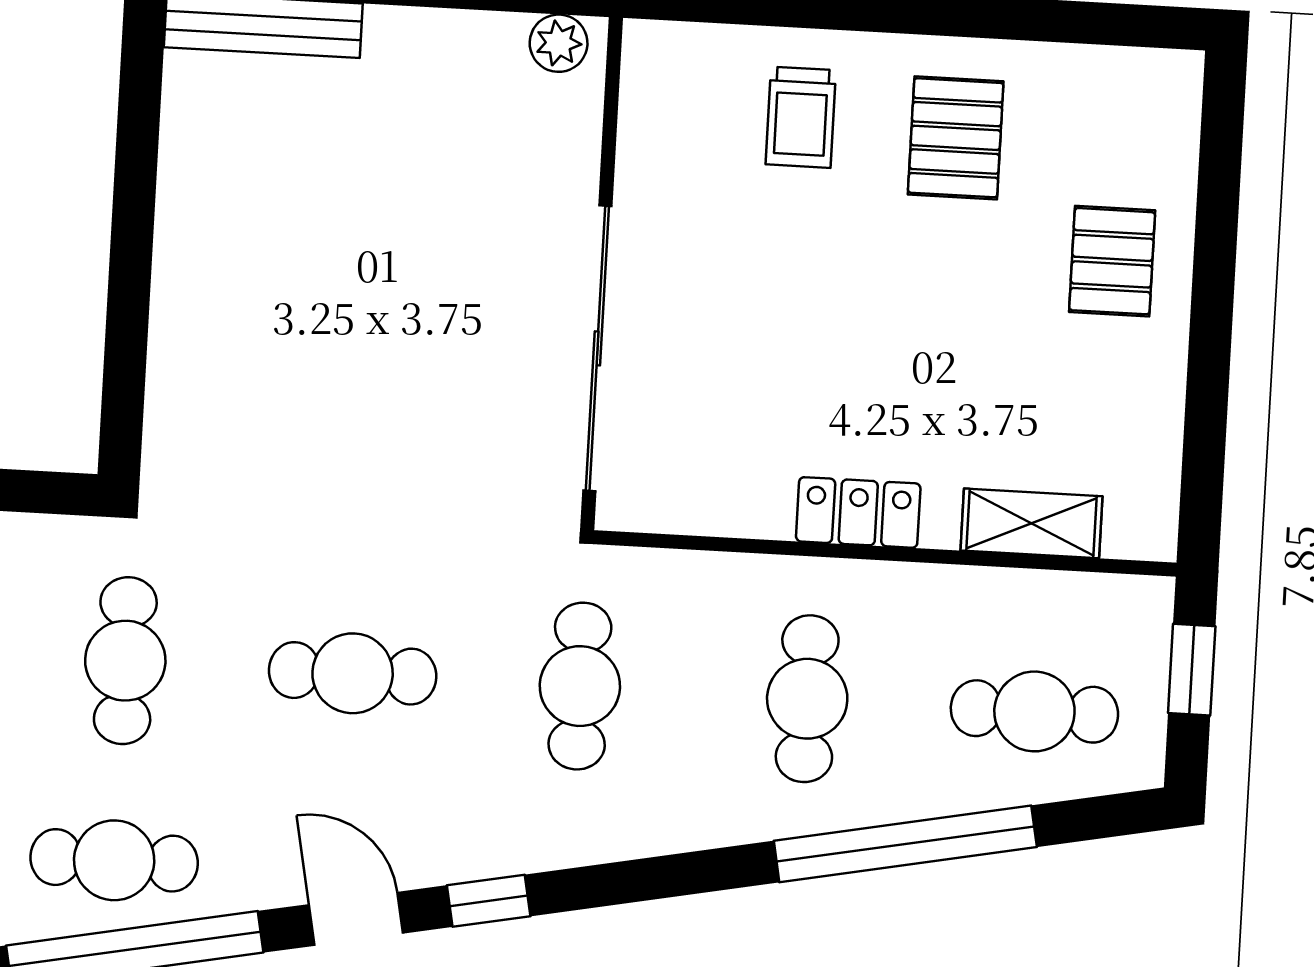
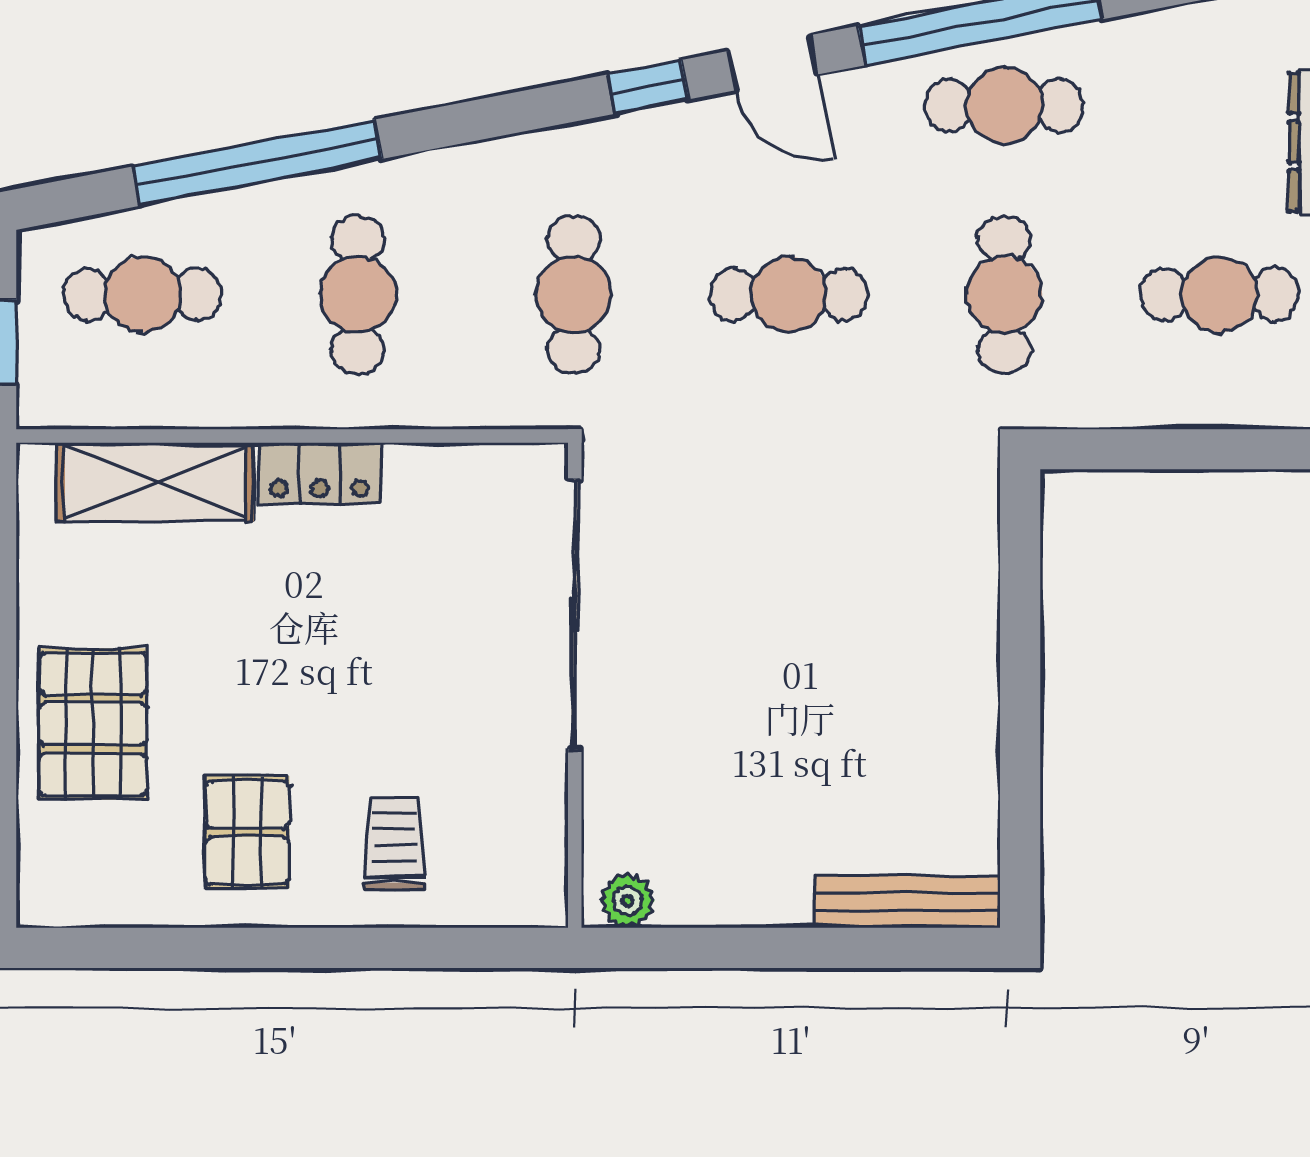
pallet: (1112, 261) -> (93, 724), width x1.50, depth x1.42
shelving: (1031, 523) -> (155, 482), width x1.50, depth x1.33

